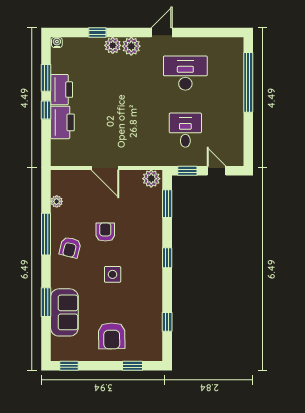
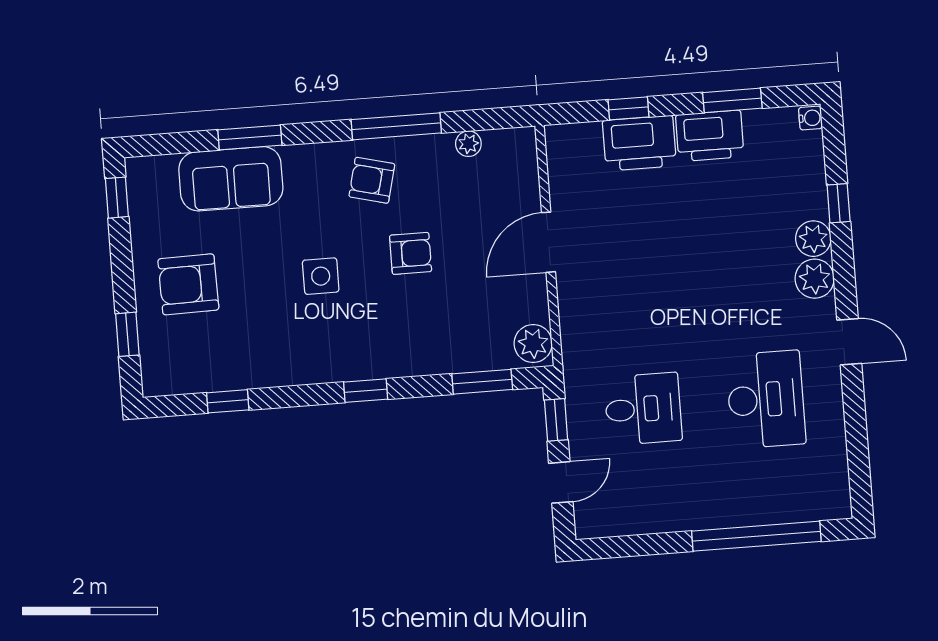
window: (46, 110) -> (629, 108), moved

